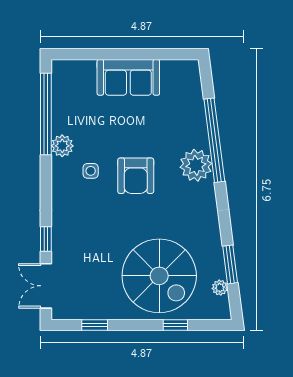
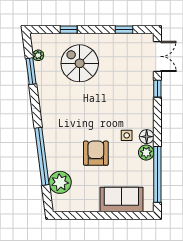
sofa: (128, 77) -> (121, 200), moved
plant: (196, 165) -> (60, 182), moved
floor lamp: (62, 169) -> (147, 137), added
armchair: (136, 176) -> (96, 153), moved
spiral stairs: (159, 276) -> (80, 63), width x0.73, depth x0.73

